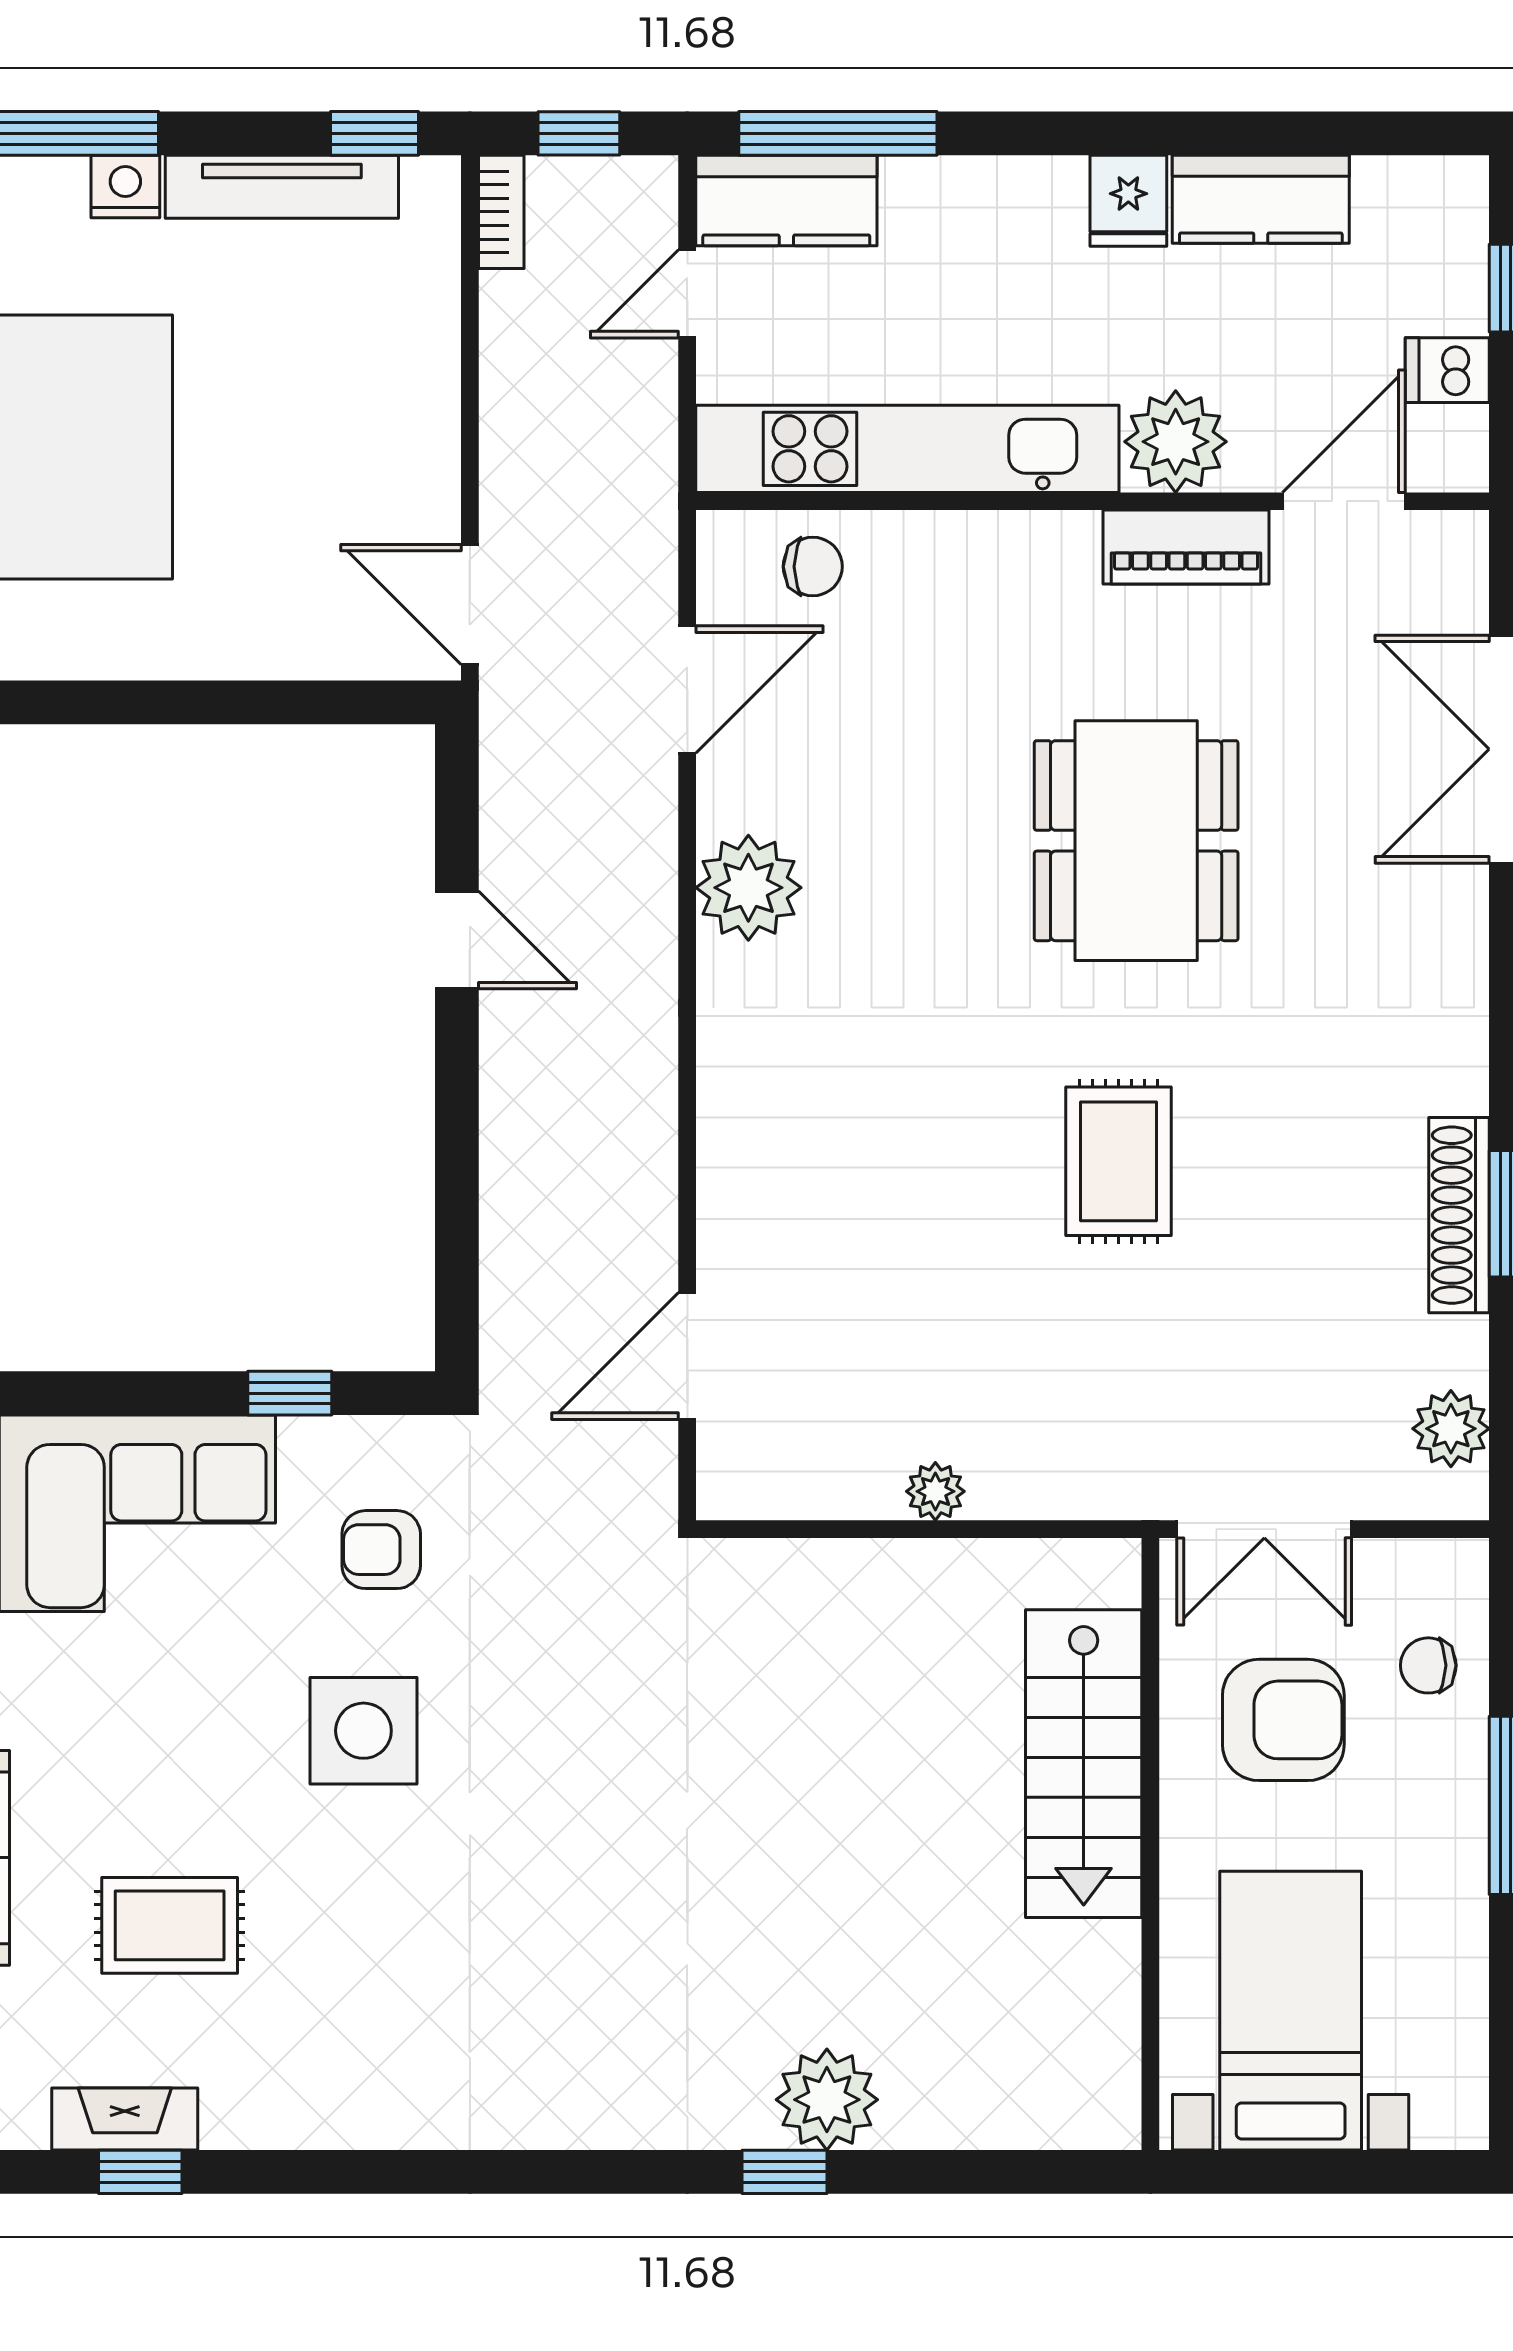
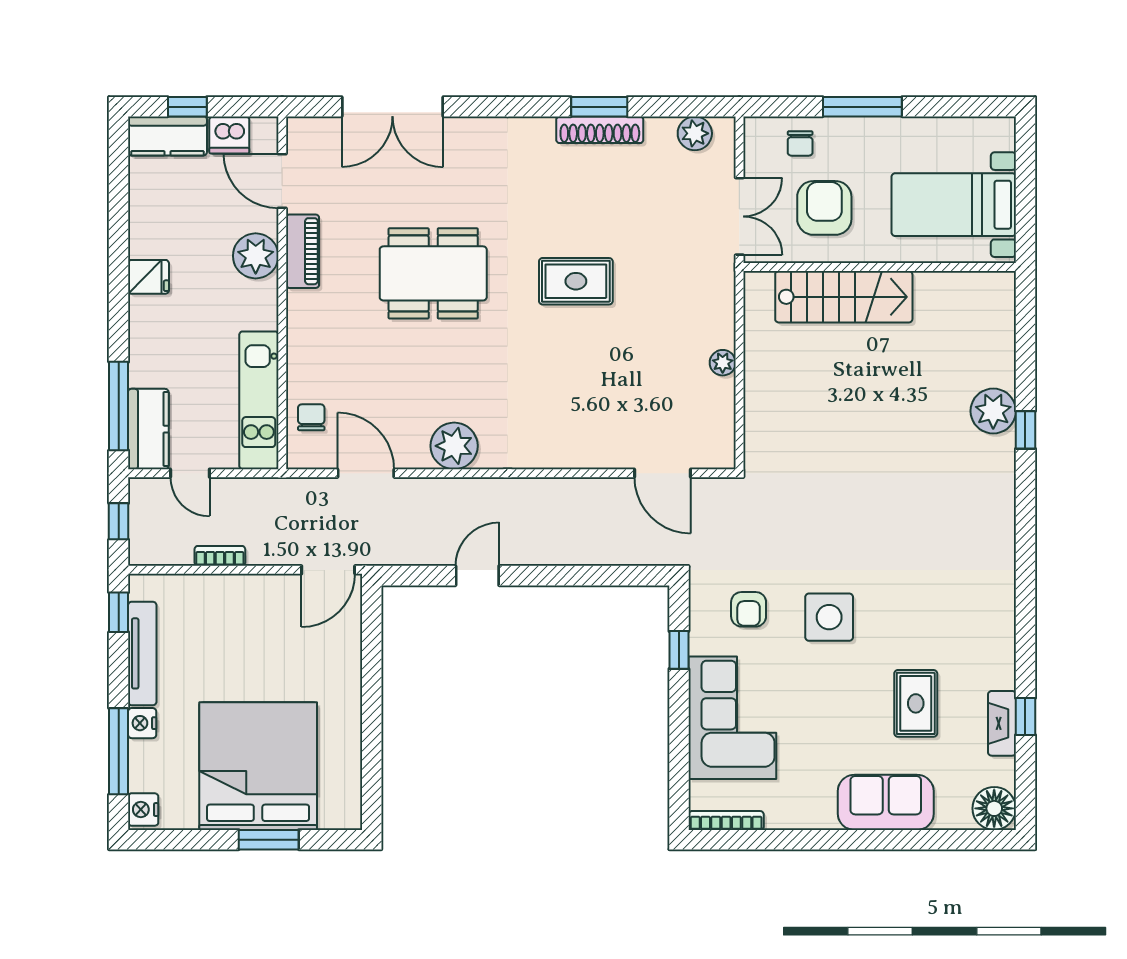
kitchen counter: (1261, 199) -> (167, 136), moved, turned 90
bookcase: (501, 212) -> (220, 556), moved
dishwasher: (1447, 370) -> (229, 135), width x1.38
kitchen unit: (907, 449) -> (259, 400), width x0.73

